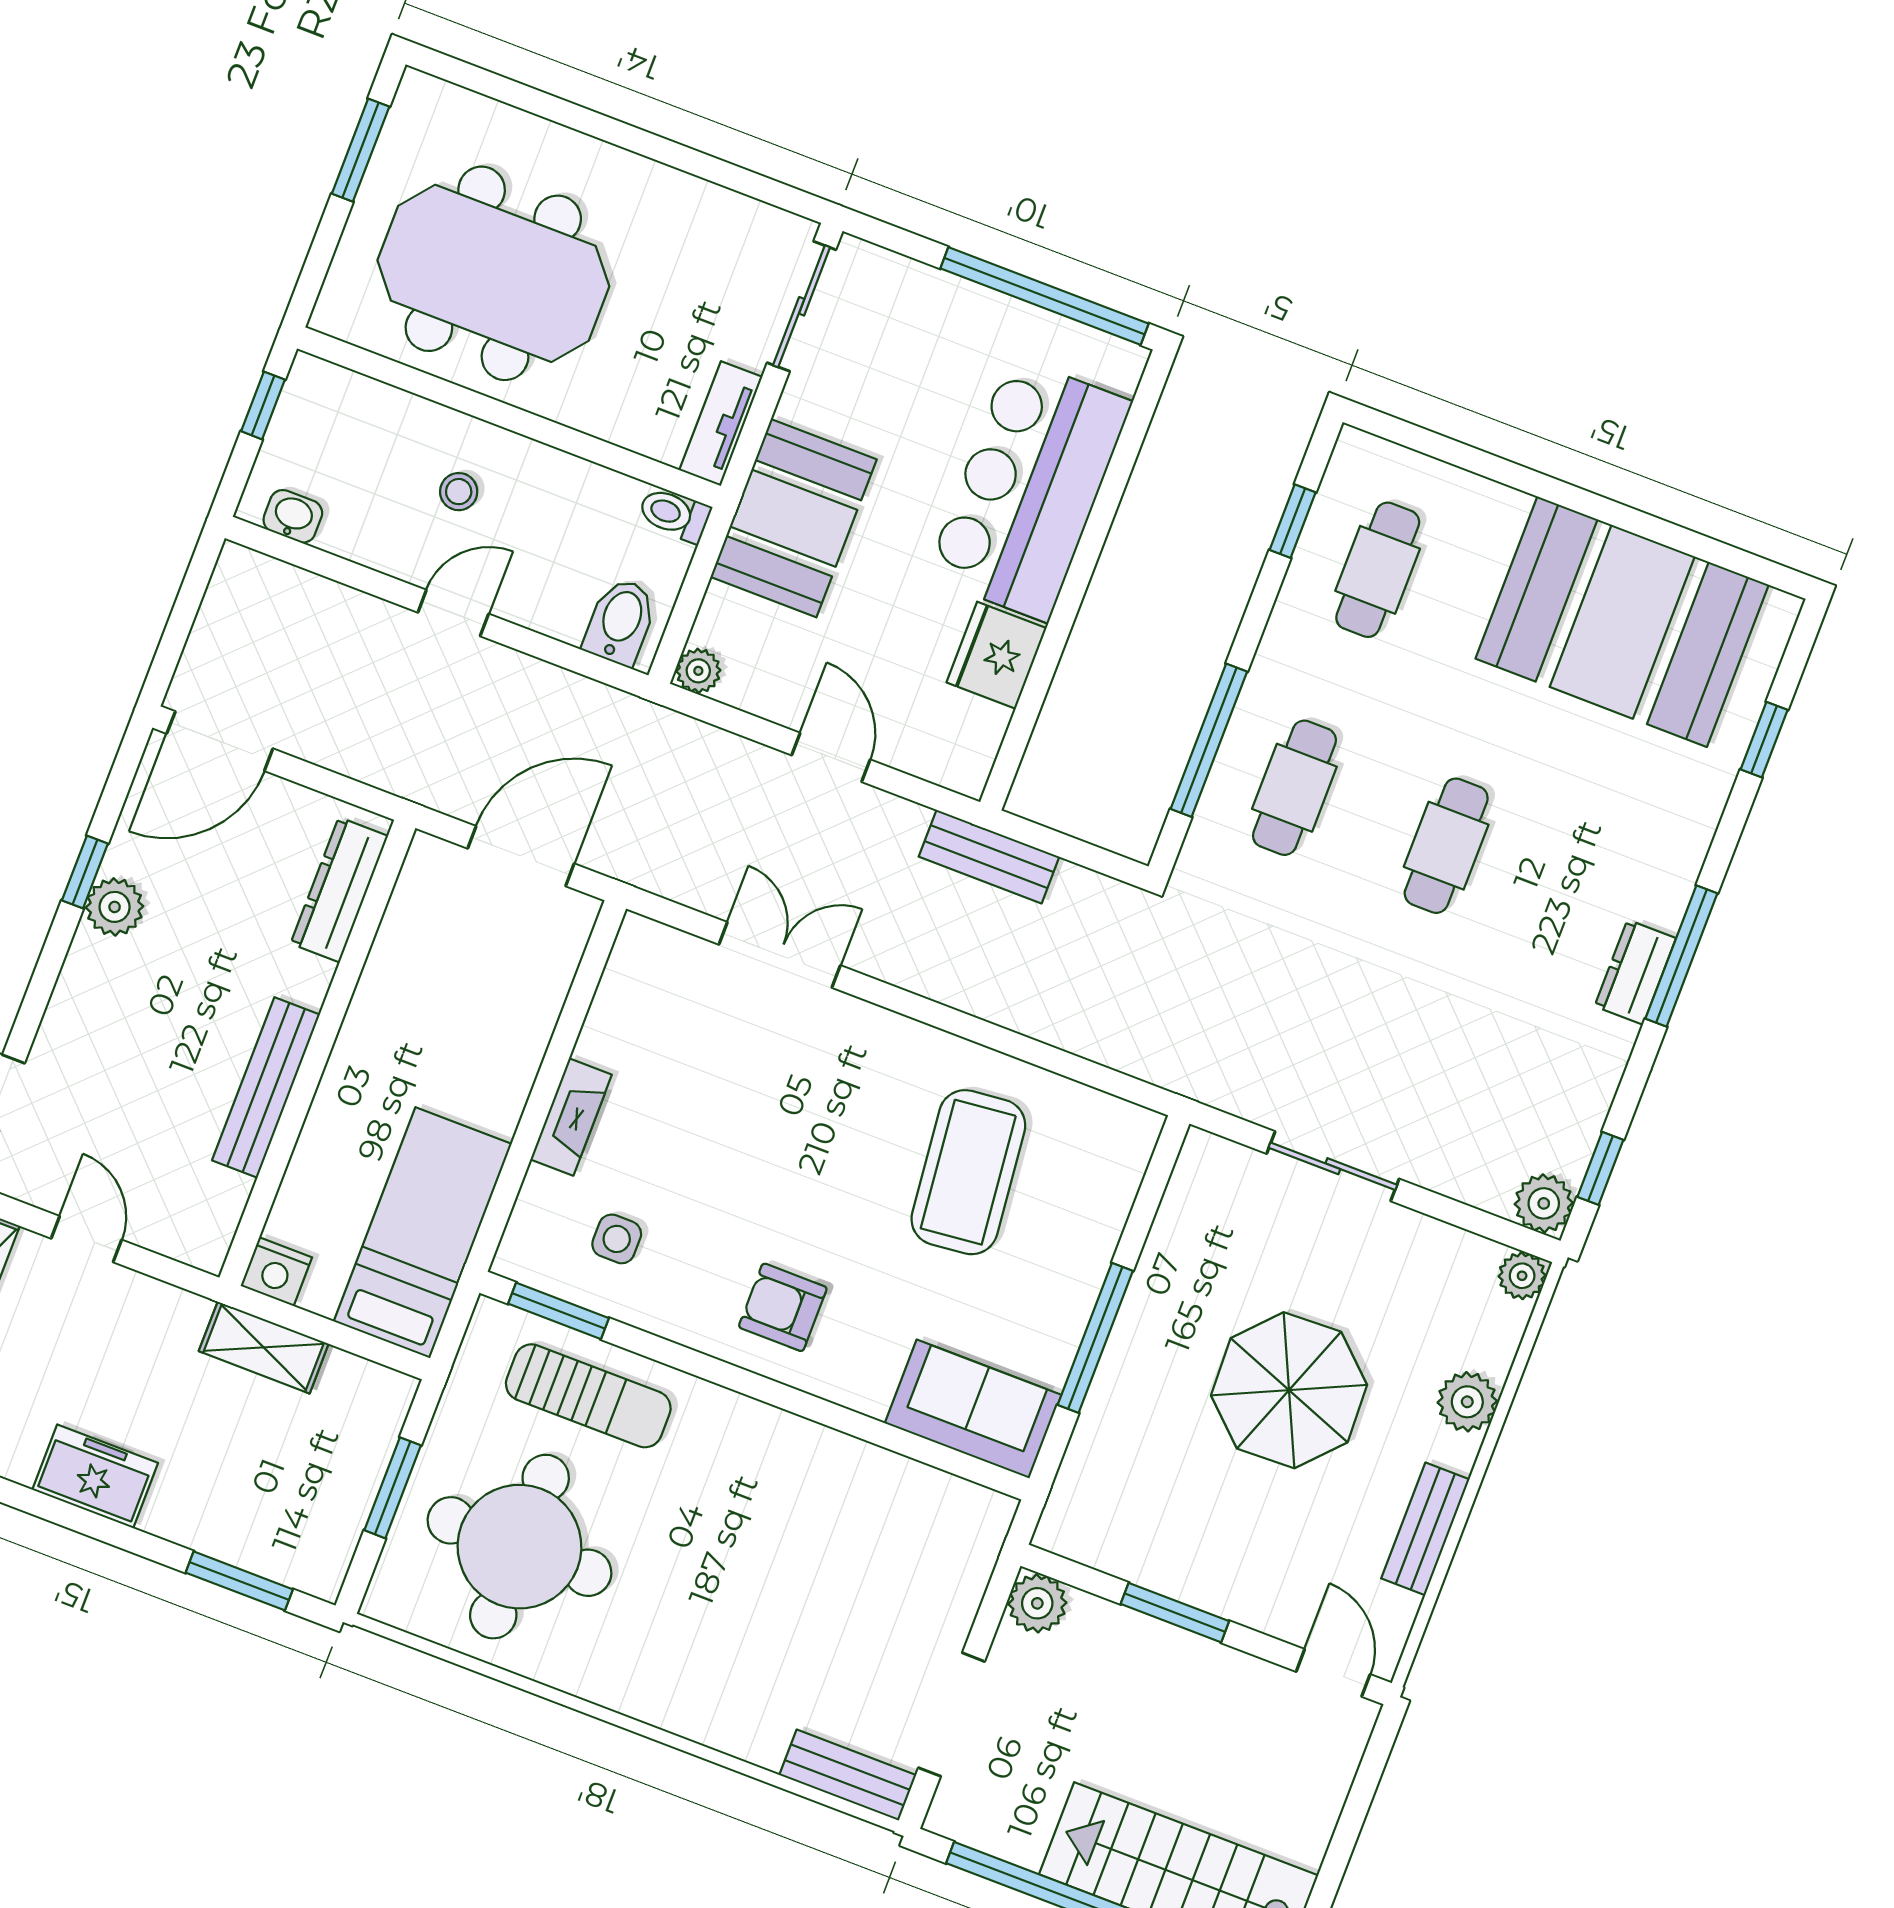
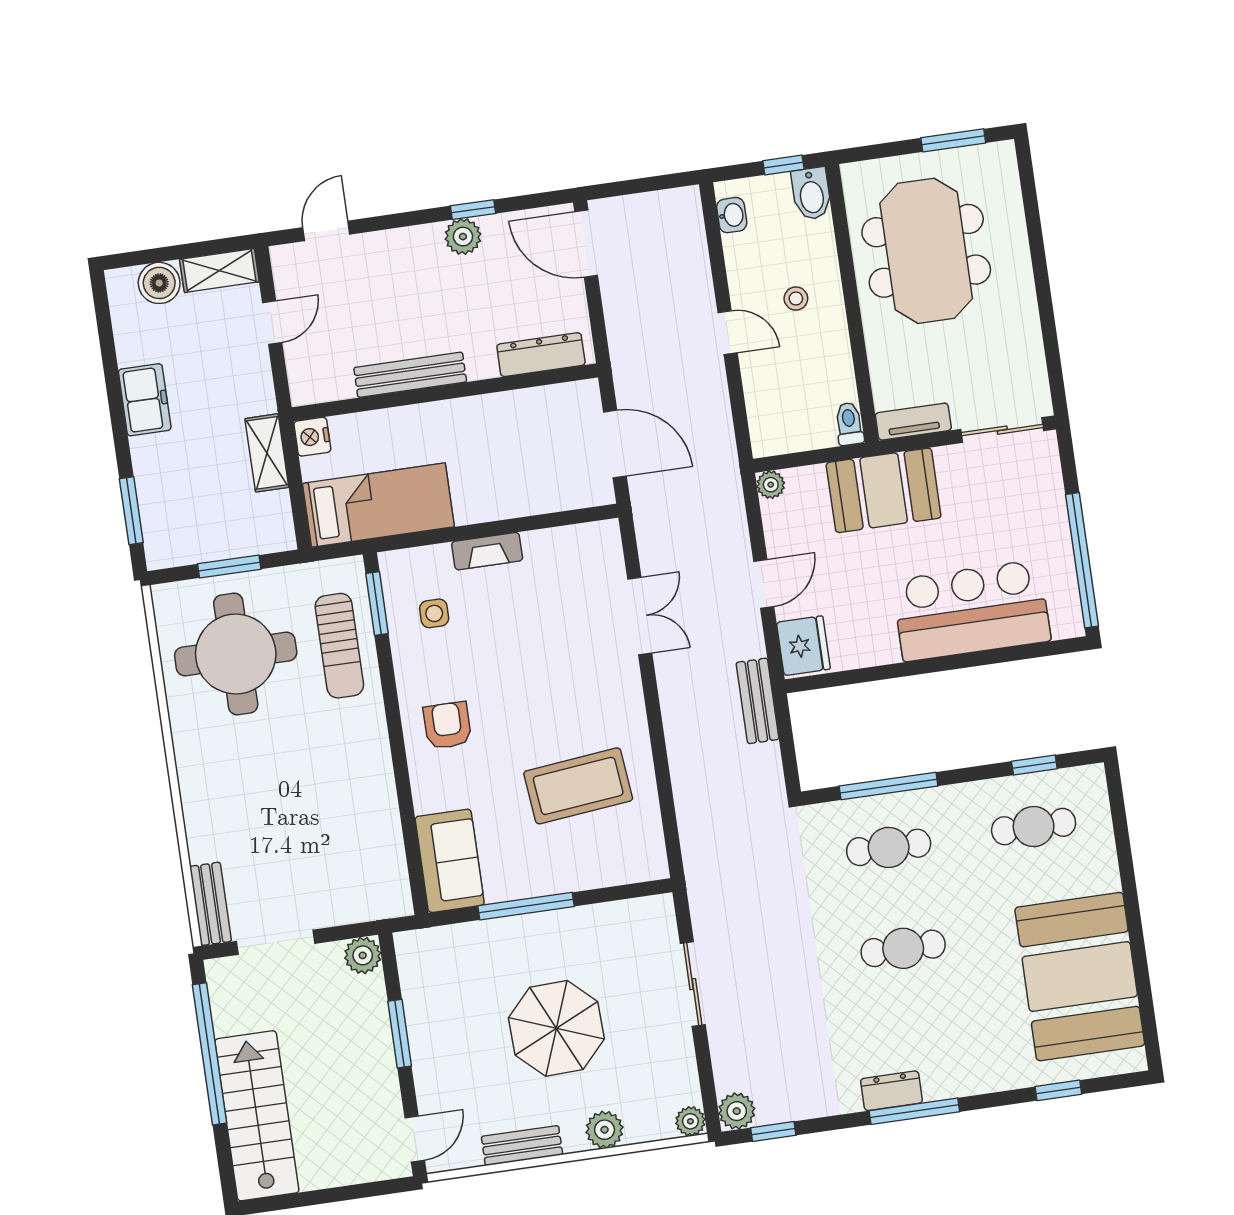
bidet: (620, 622) -> (811, 194), moved, turned 90
fridge: (996, 655) -> (803, 646), moved, turned 90

